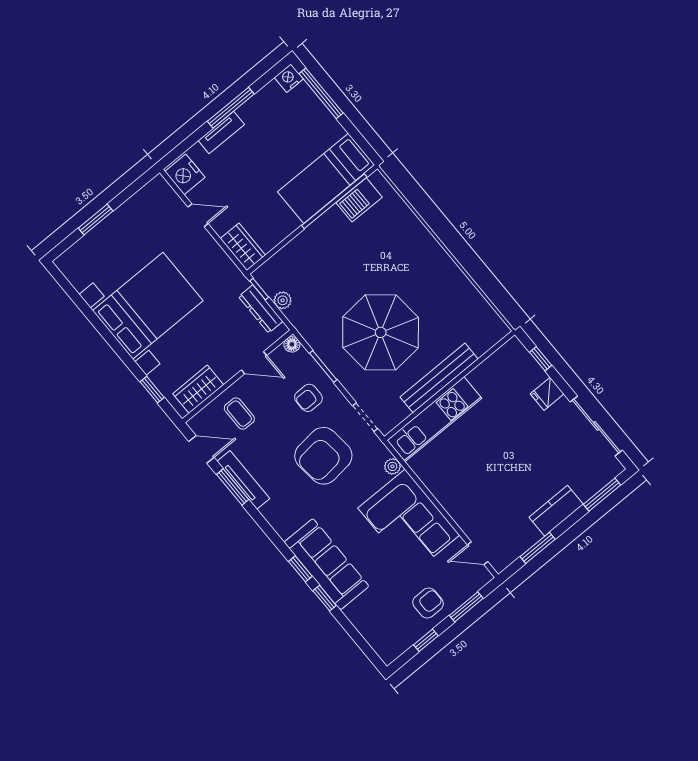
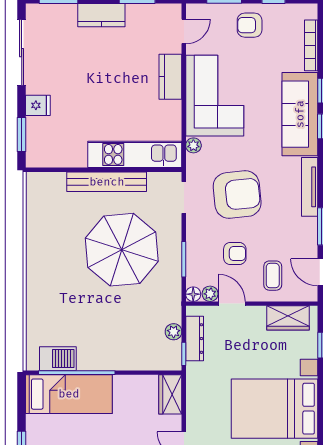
plant: (278, 356) -> (210, 294), added
window: (541, 359) -> (22, 135), width x1.50
armchair: (308, 398) -> (235, 254), moved
tv unit: (243, 480) -> (310, 187), moved
kitchen counter: (458, 507) -> (170, 77), added
door: (478, 553) -> (184, 31), hinge flipped
bookcase: (364, 628) -> (311, 45), added

